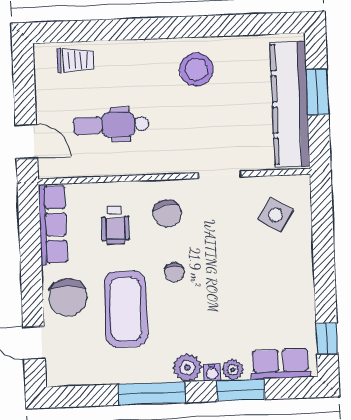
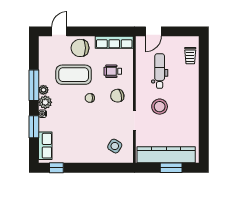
stool: (196, 69) -> (160, 107), moved
plant: (233, 370) -> (43, 90), moved

